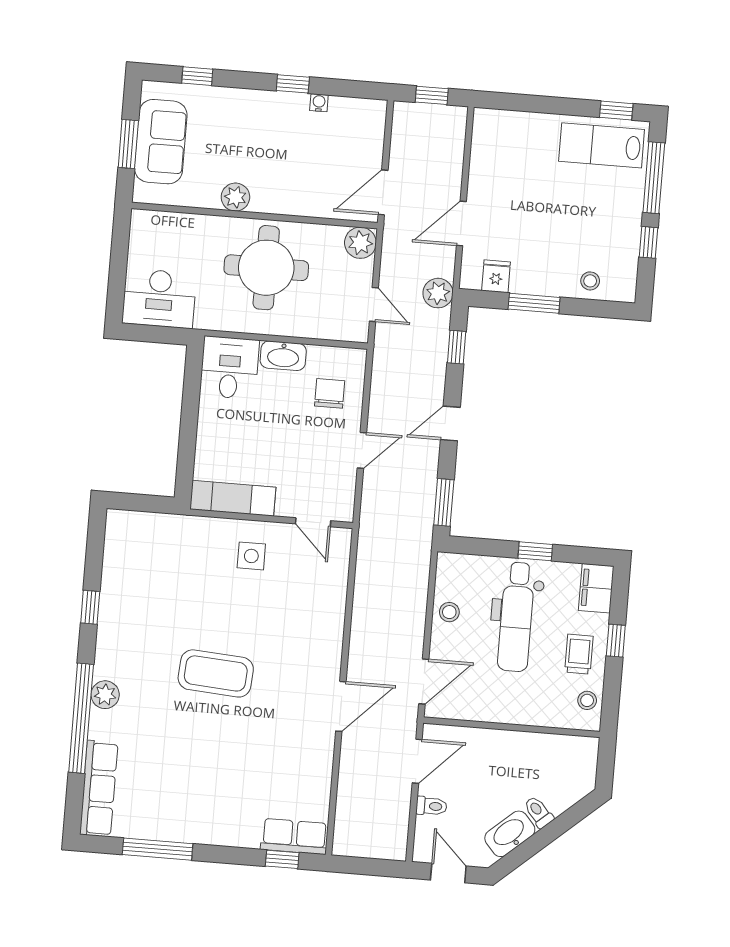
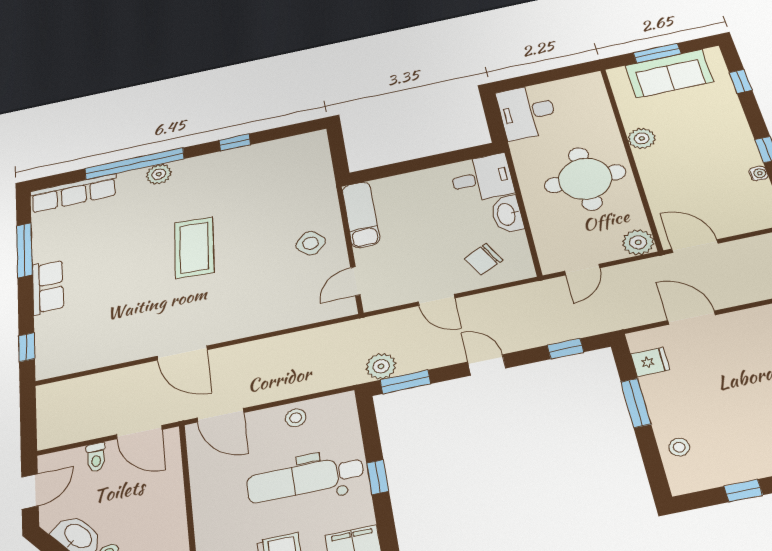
plant: (438, 293) -> (381, 366), moved
chair: (330, 393) -> (483, 259), turned 153
side table: (251, 556) -> (311, 243), turned 45
row of seats: (294, 836) -> (48, 287), moved

